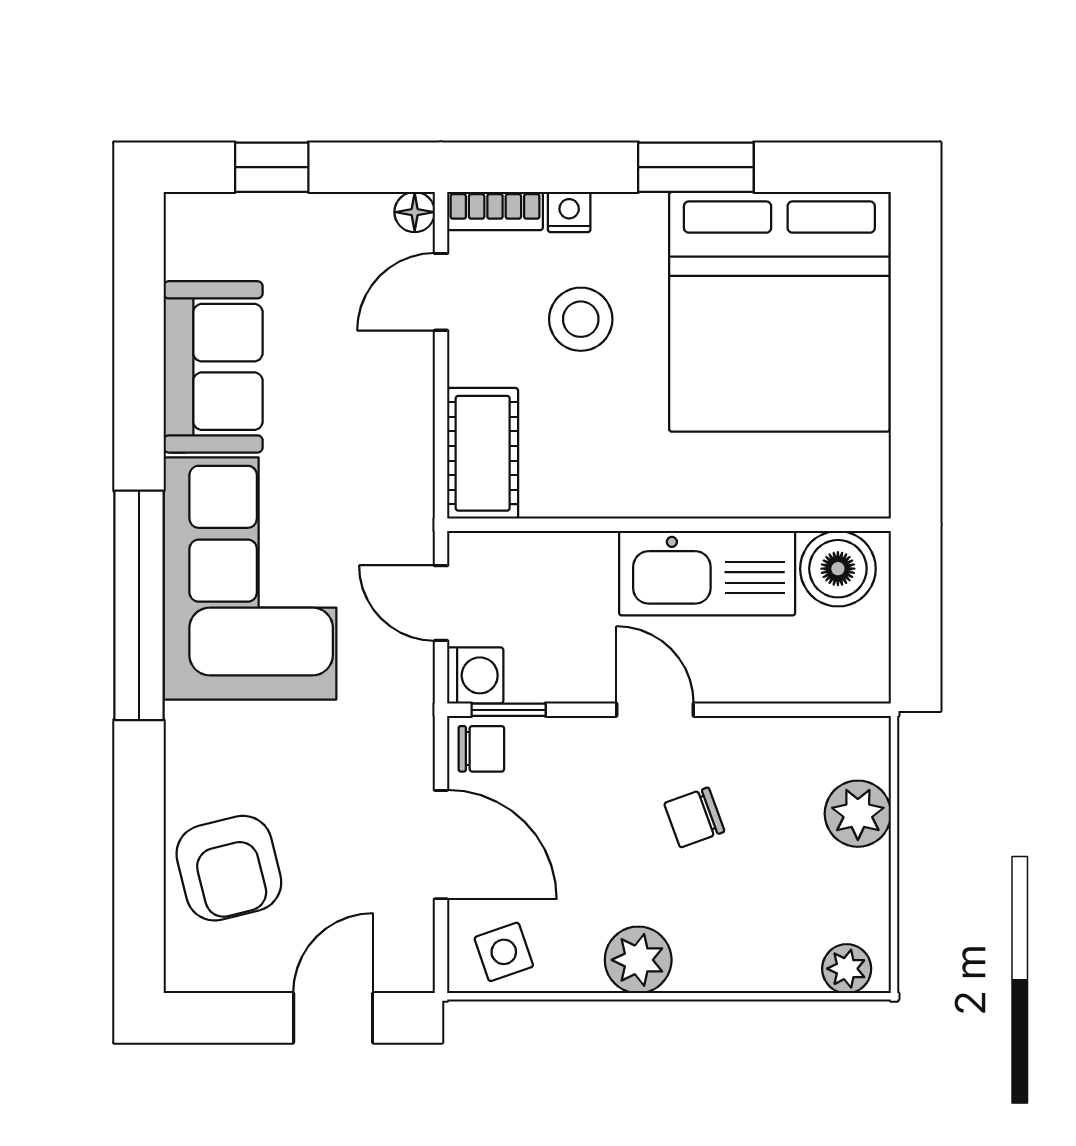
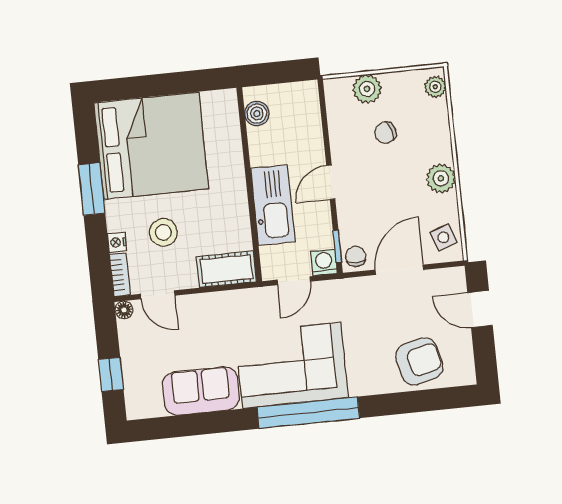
boiler: (838, 569) -> (257, 114), width x0.73, depth x0.73
kitchen sink: (707, 573) -> (273, 205), moved
chair: (694, 817) -> (385, 133), moved, turned 93

